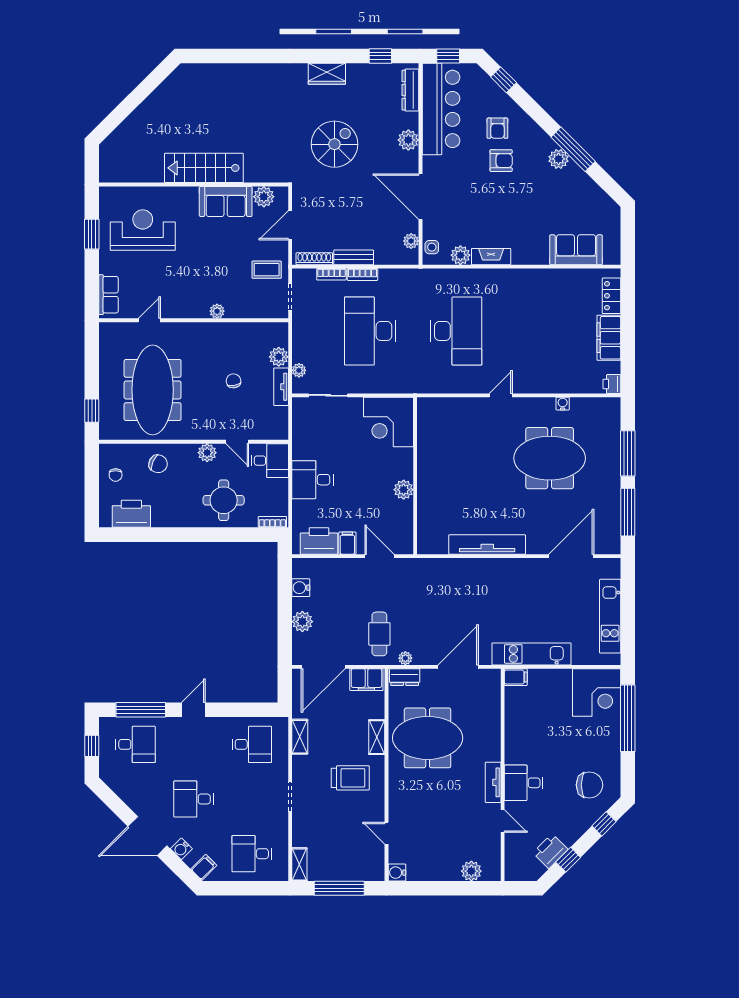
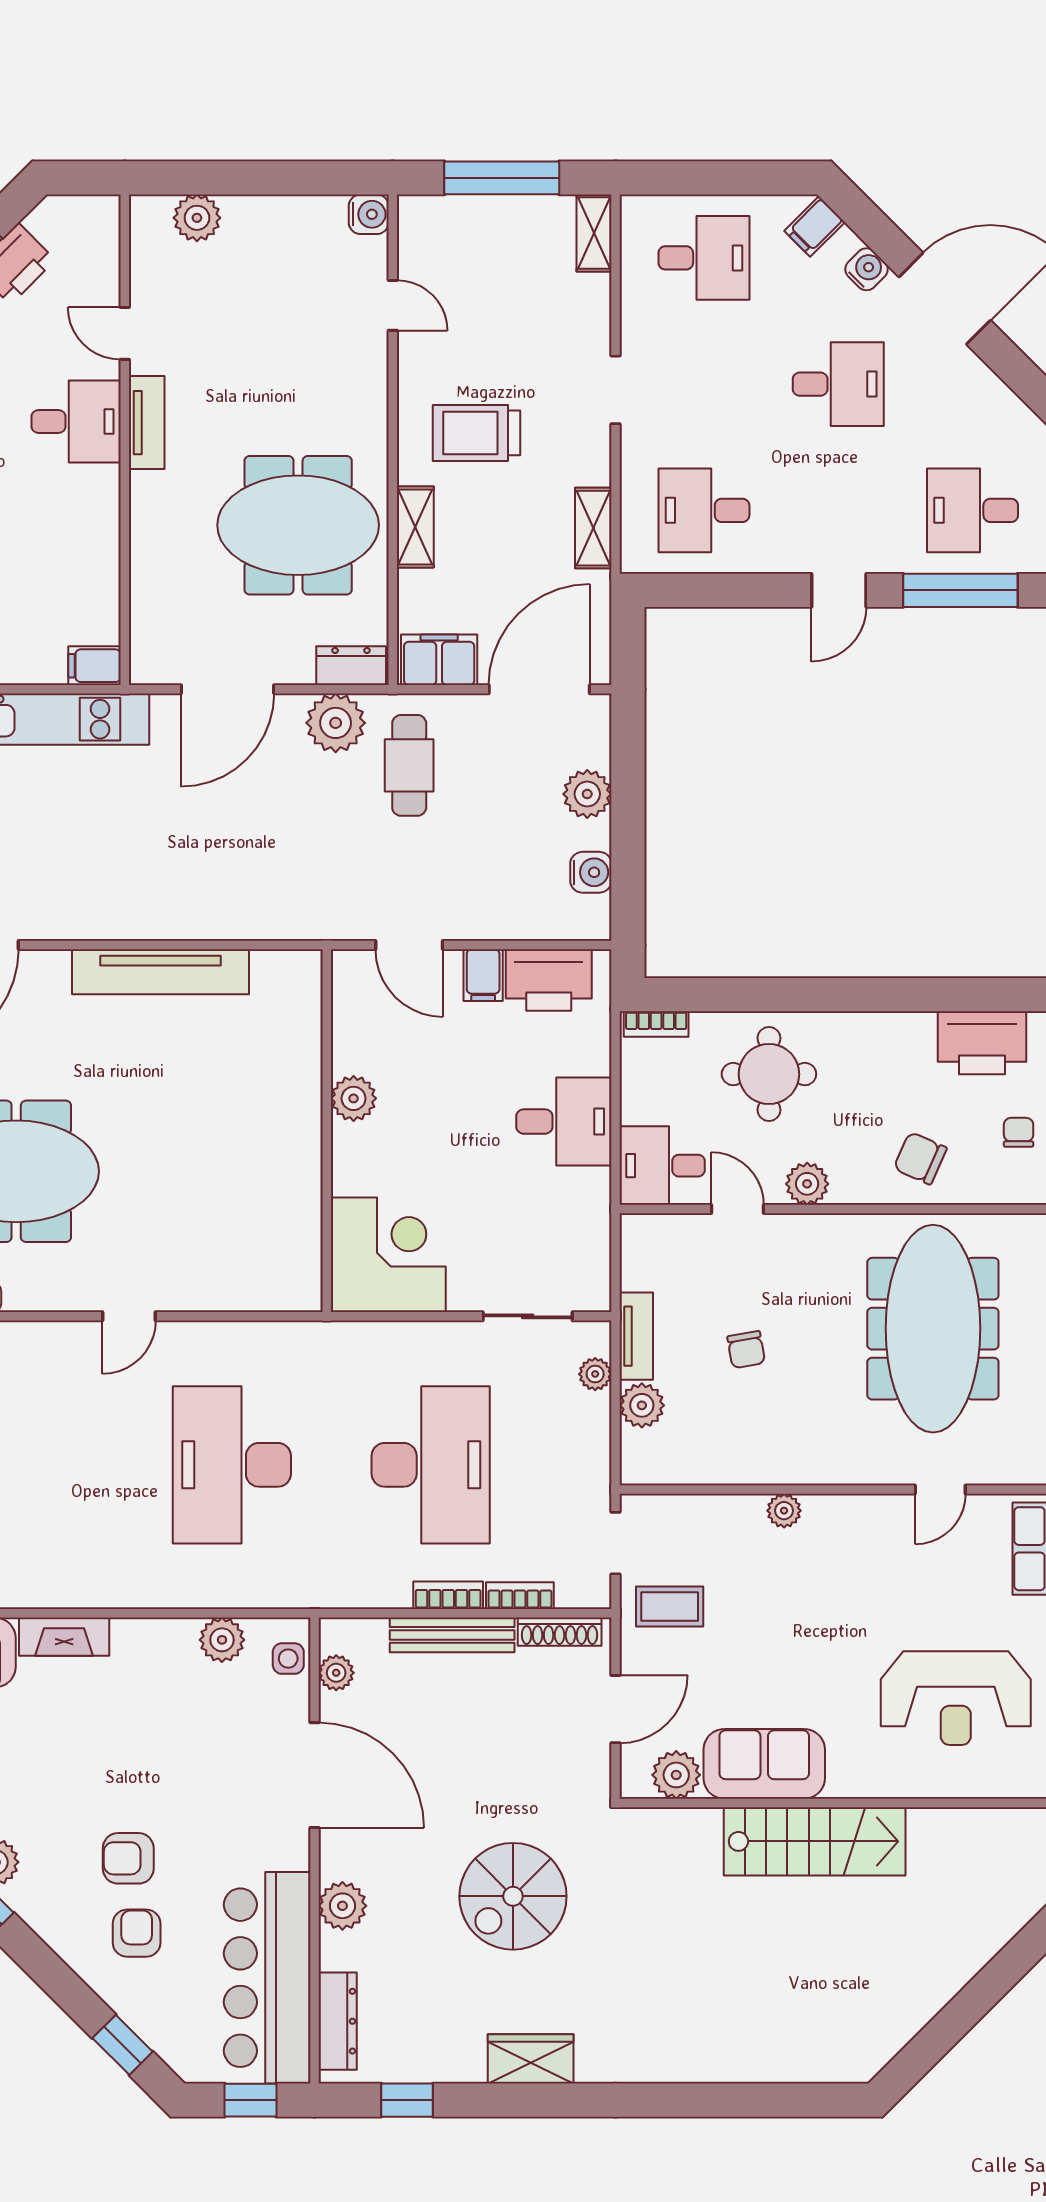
bench: (354, 257) -> (452, 1635), width x1.36
fireplace: (491, 257) -> (64, 1637), moved
plant: (405, 658) -> (336, 723), width x1.88, depth x1.88

